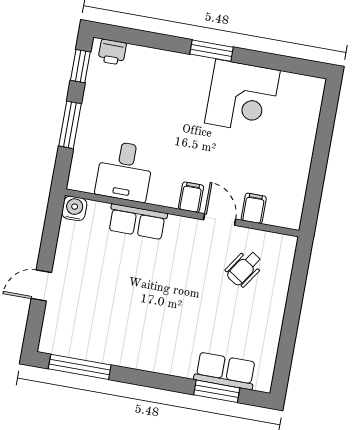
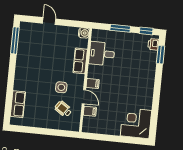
window: (212, 51) -> (161, 55), moved
corner desk: (242, 97) -> (136, 123), moved, turned 90
door: (220, 219) -> (84, 97), hinge flipped
side table: (194, 269) -> (61, 87), added
window: (217, 391) -> (9, 101), removed

